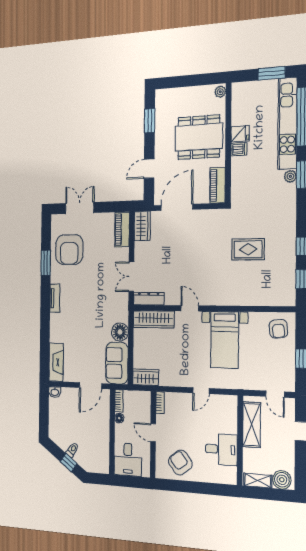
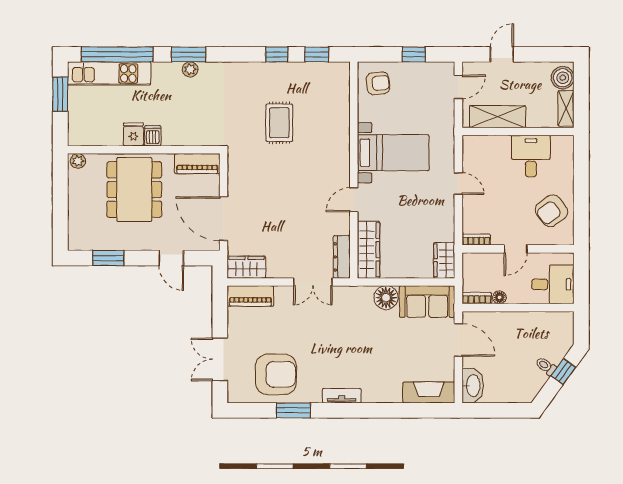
kitchen unit: (287, 123) -> (109, 73), width x0.73
washbasin: (55, 392) -> (473, 386), width x1.91, depth x1.45

